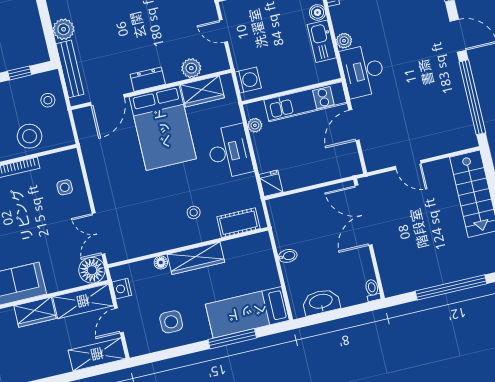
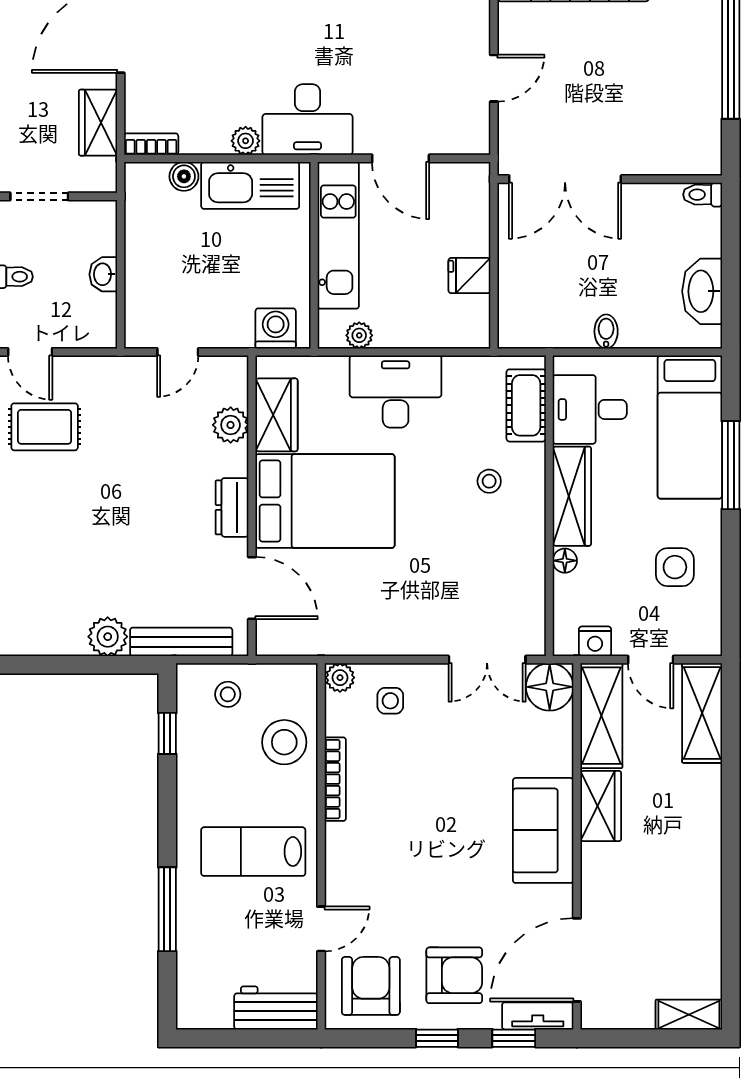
kitchen sink: (322, 41) -> (250, 185), width x1.36, depth x1.24
plant: (71, 158) -> (340, 678), added
fridge: (271, 183) -> (469, 276), moved
desk: (244, 257) -> (590, 409), added

